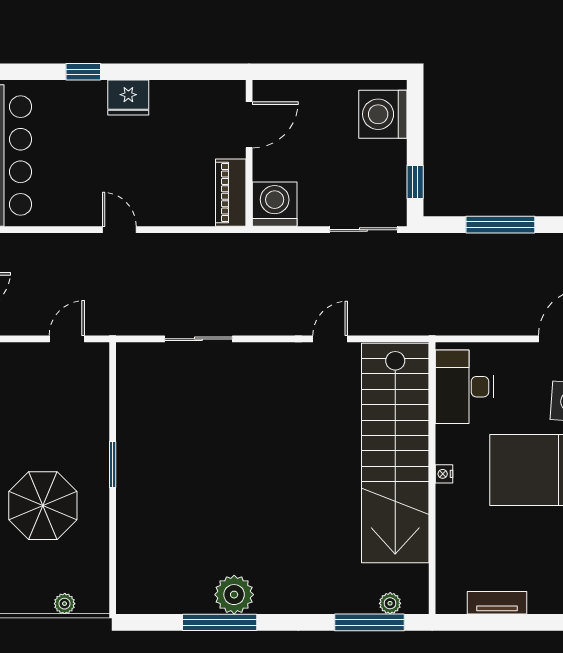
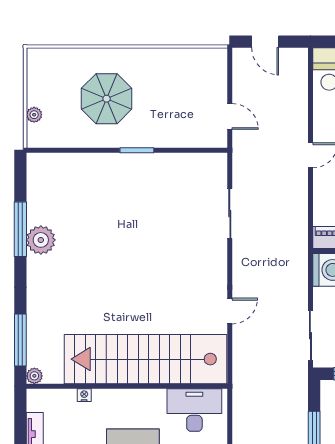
door: (330, 339) -> (230, 311), hinge flipped
nightstand: (444, 474) -> (84, 395), moved
plant: (390, 603) -> (34, 376), moved

